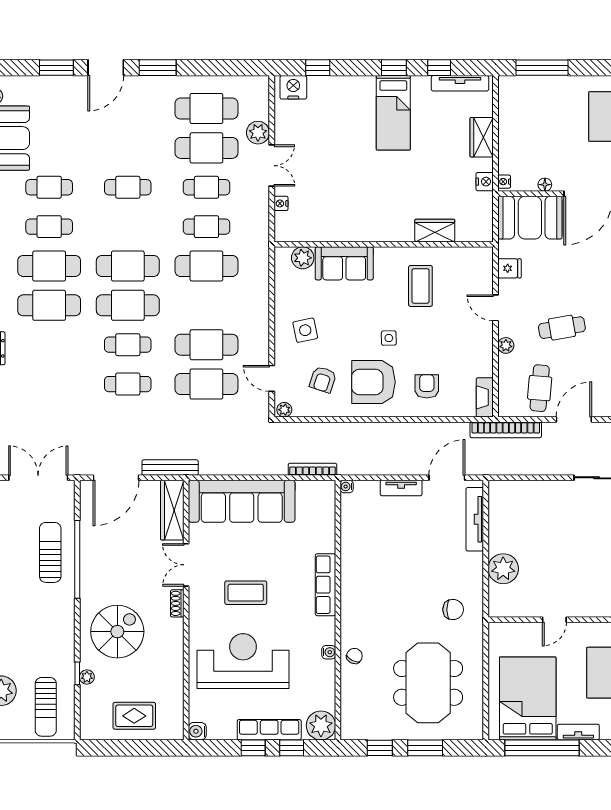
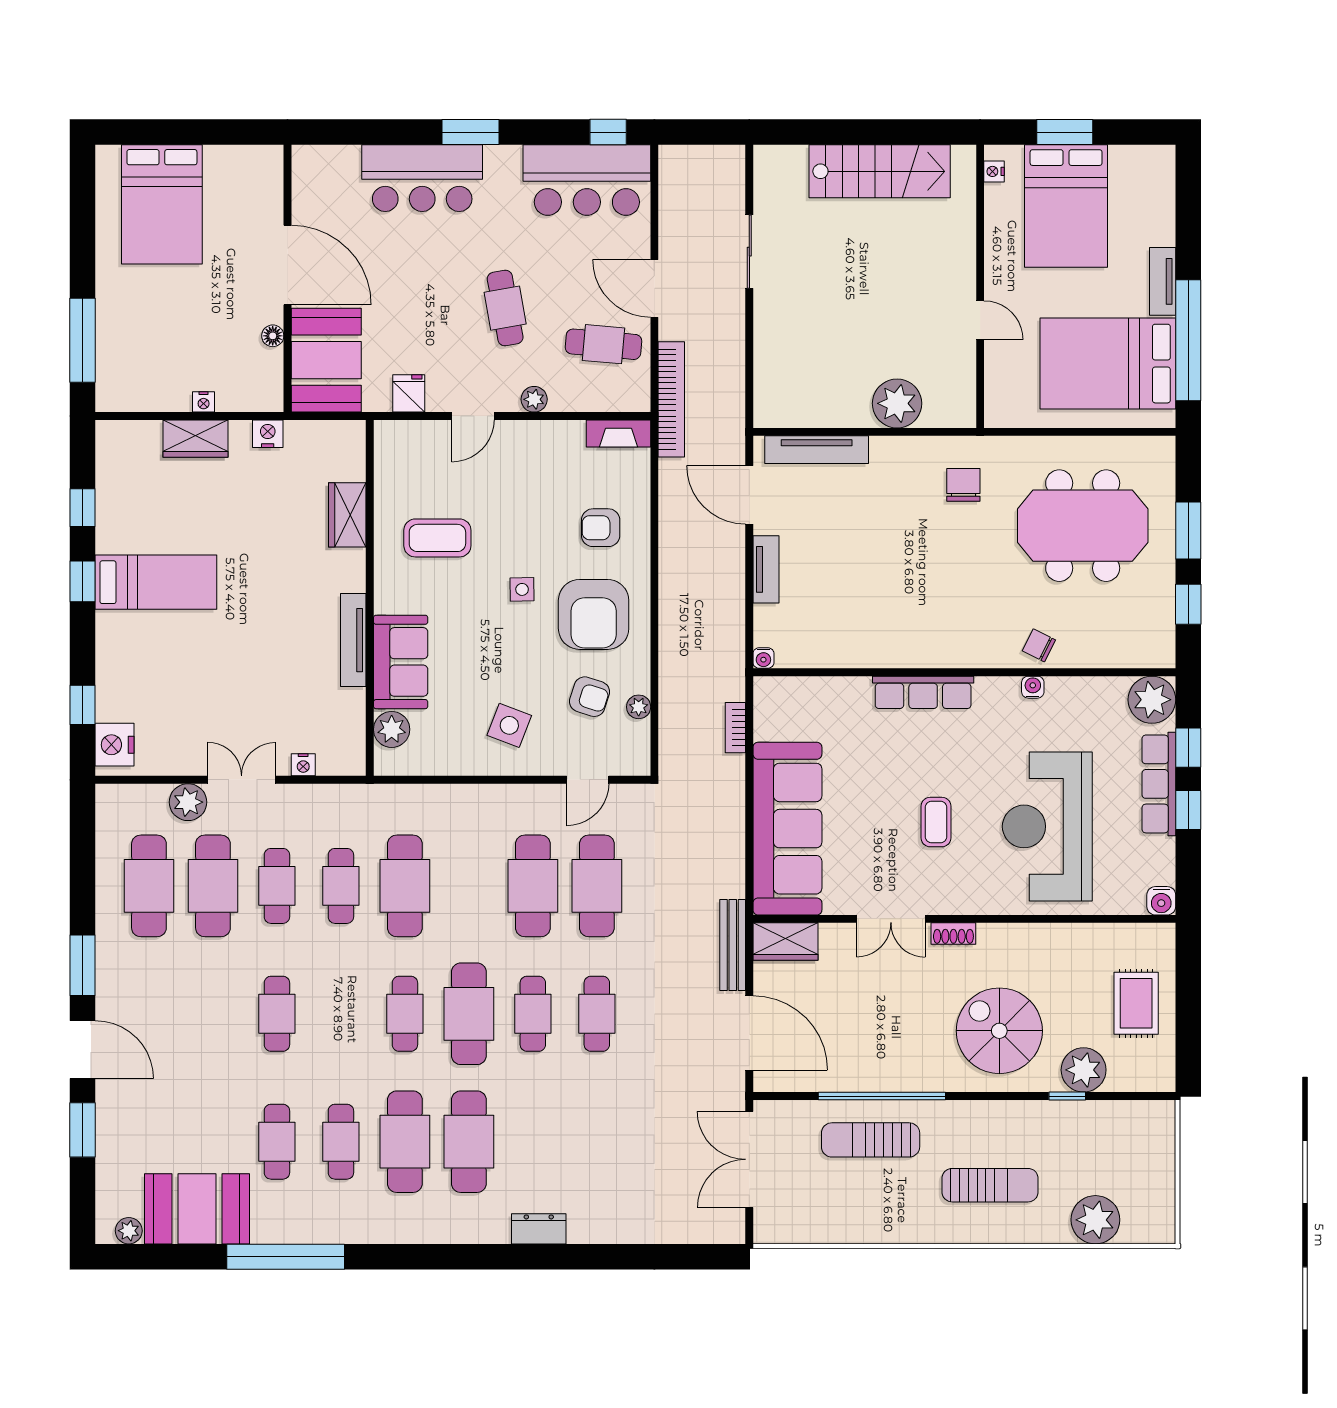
tv unit: (460, 83) -> (353, 640), moved, turned 180
nightstand: (504, 182) -> (204, 402), moved
cafe table: (128, 266) -> (405, 1014), width x0.73, depth x0.74
side table: (305, 330) -> (509, 725), turned 33
plant: (284, 410) -> (639, 707), moved
bookcase: (313, 469) -> (735, 728), width x0.64
wardrobe: (172, 510) -> (786, 942), width x0.67
coffee table: (246, 593) -> (936, 822), width x0.73, depth x0.77
plant: (87, 677) -> (1084, 1070), width x1.87, depth x1.87
sun lounger: (46, 707) -> (990, 1185), moved

